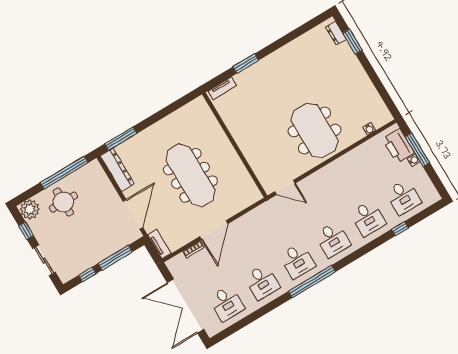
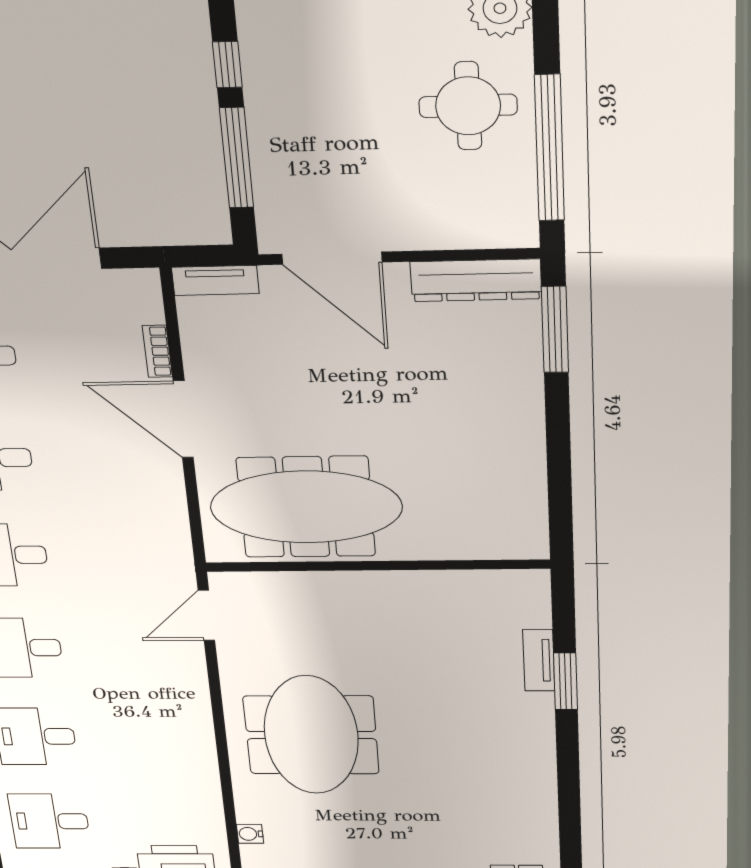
tv unit: (222, 88) -> (539, 660), moved
meeting table: (315, 131) -> (311, 735), turned 90
meeting table: (190, 175) -> (306, 507), moved

